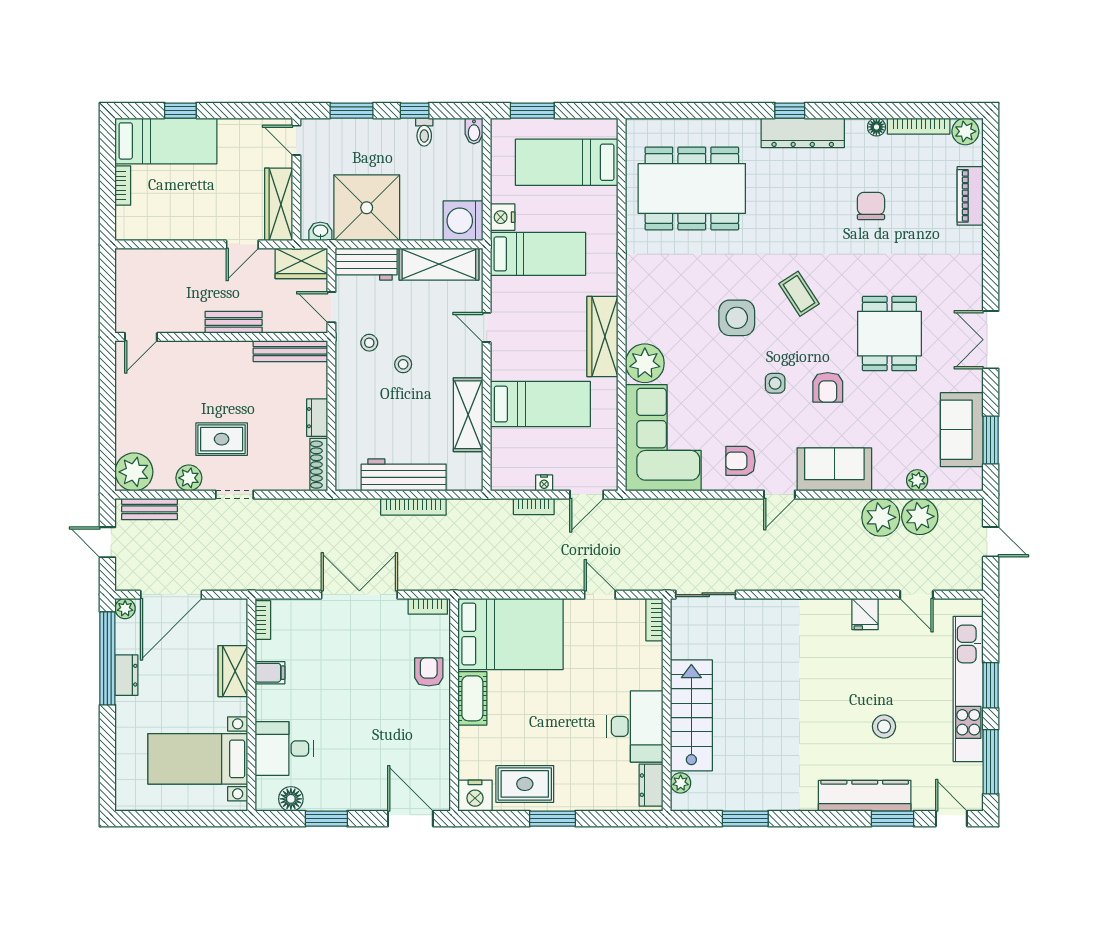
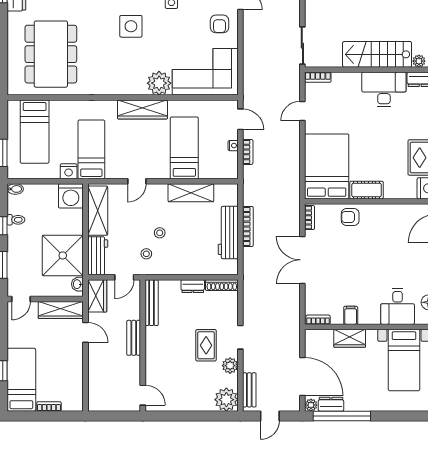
dresser: (126, 675) -> (331, 404), moved

